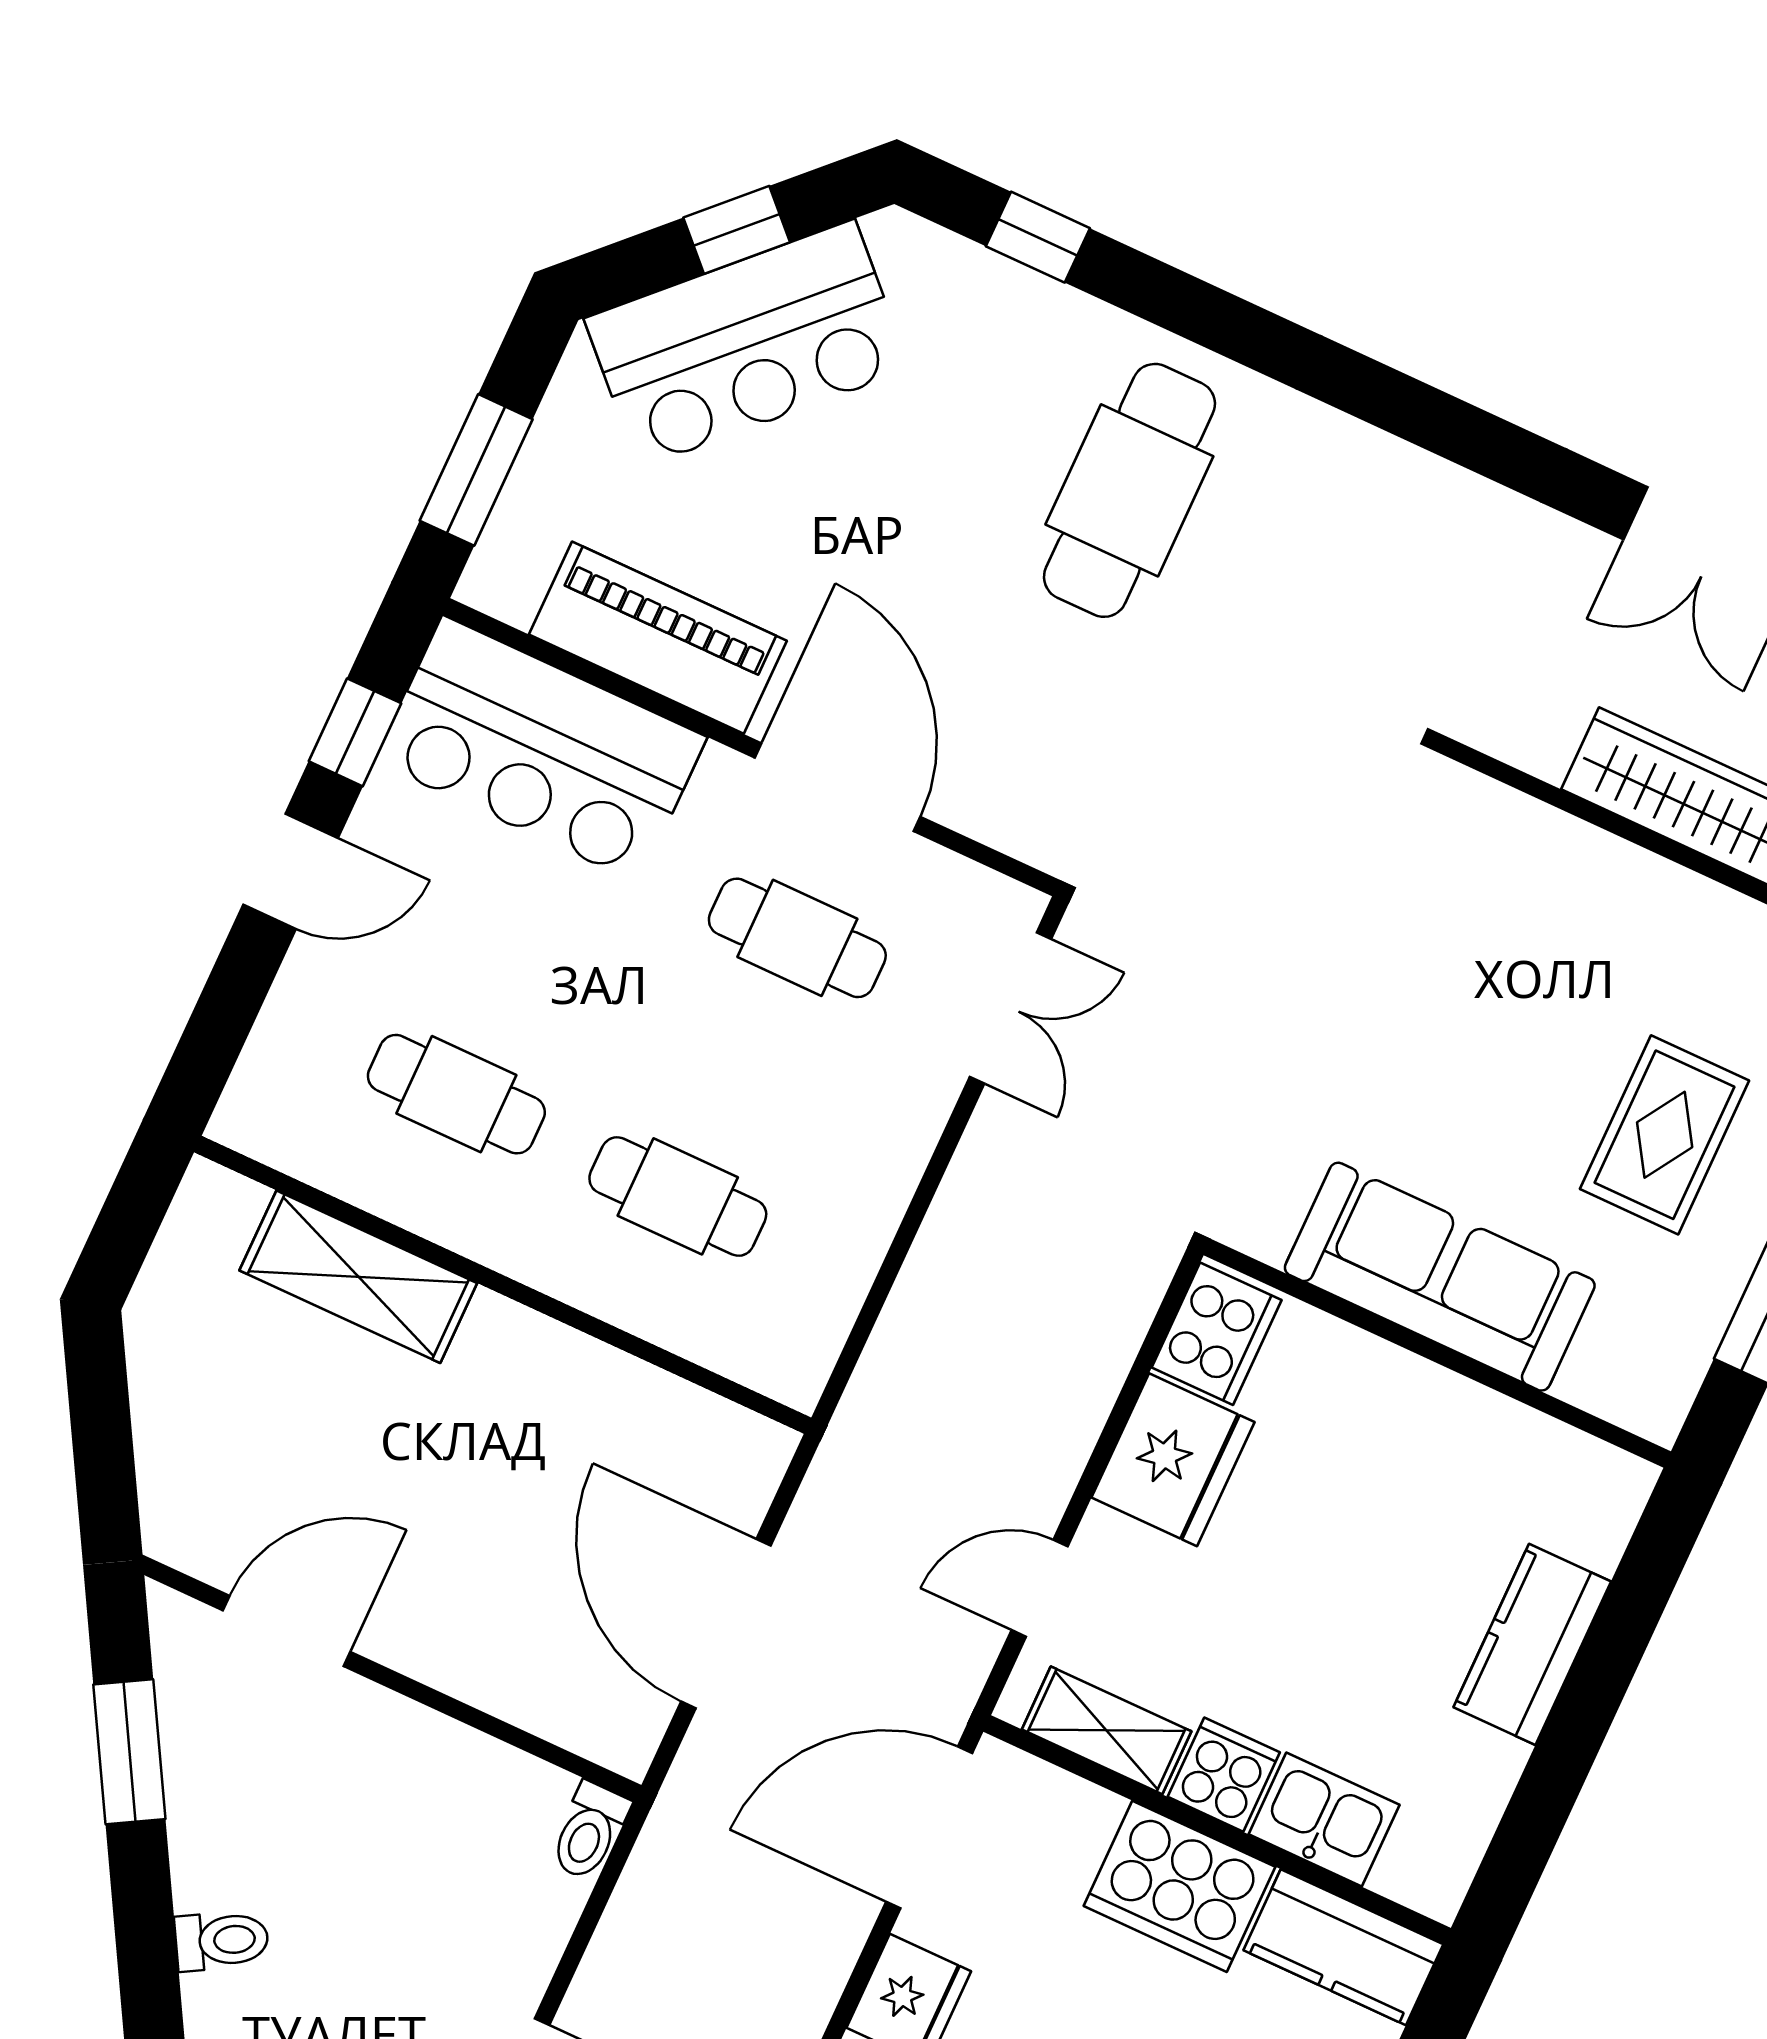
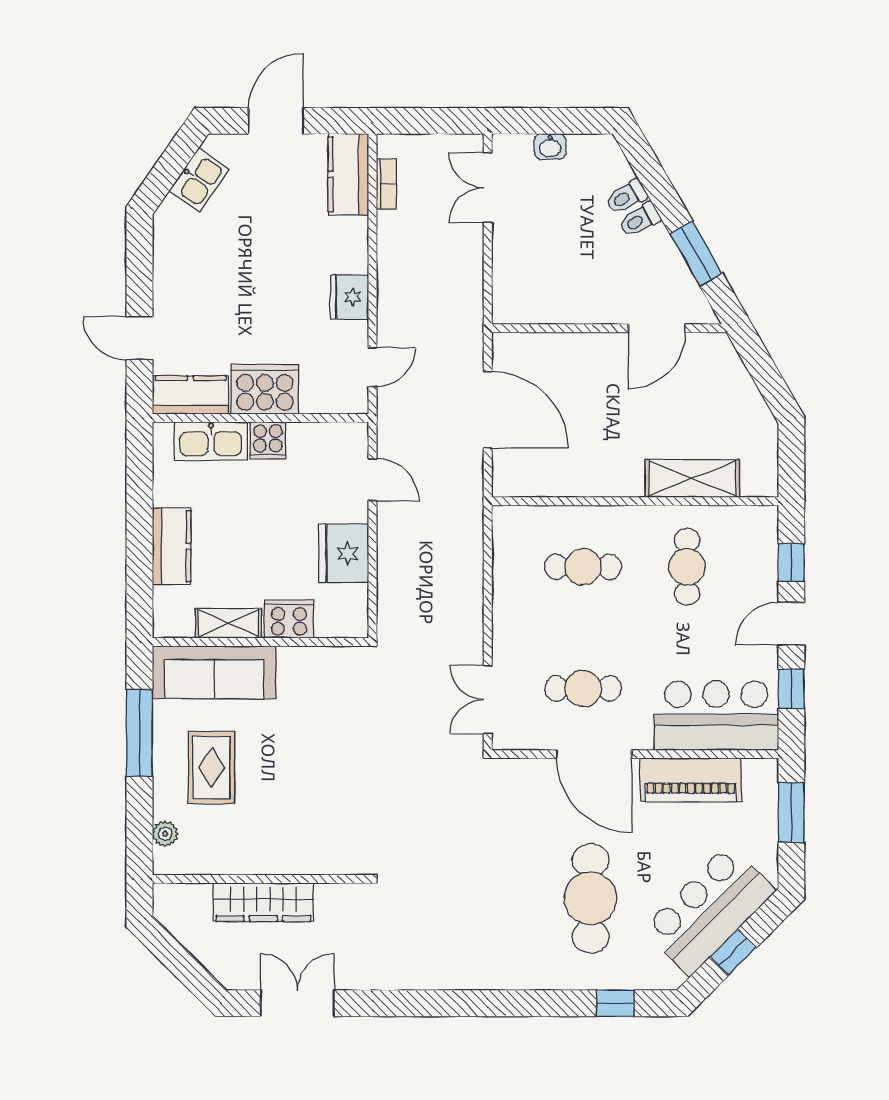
cafe table: (1129, 490) -> (591, 898), moved
window: (231, 1001) -> (791, 562), added
cafe table: (456, 1094) -> (687, 567), turned 90
sofa: (1440, 1277) -> (214, 672), moved
cooker: (1217, 1334) -> (289, 619), moved, turned 90
door: (1040, 1588) -> (373, 480), hinge flipped
shelving: (1107, 1730) -> (229, 623), moved
kitchen sink: (1324, 1820) -> (211, 441), width x1.38
door: (929, 1827) -> (373, 367), width x0.53
toilet: (589, 1831) -> (640, 220), moved, turned -120

